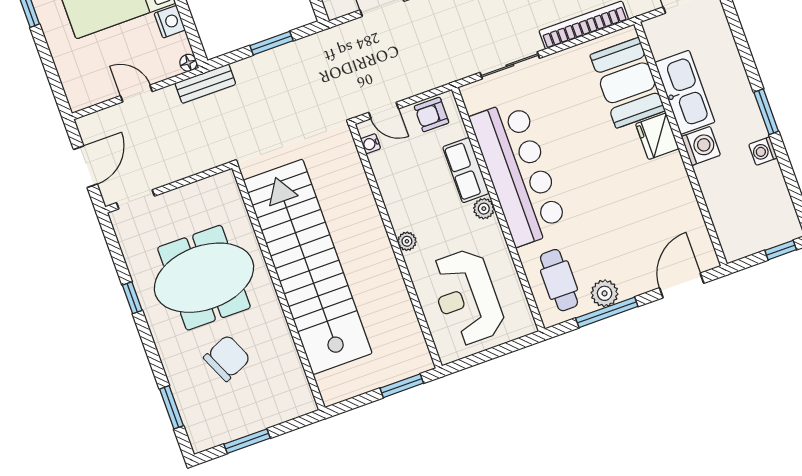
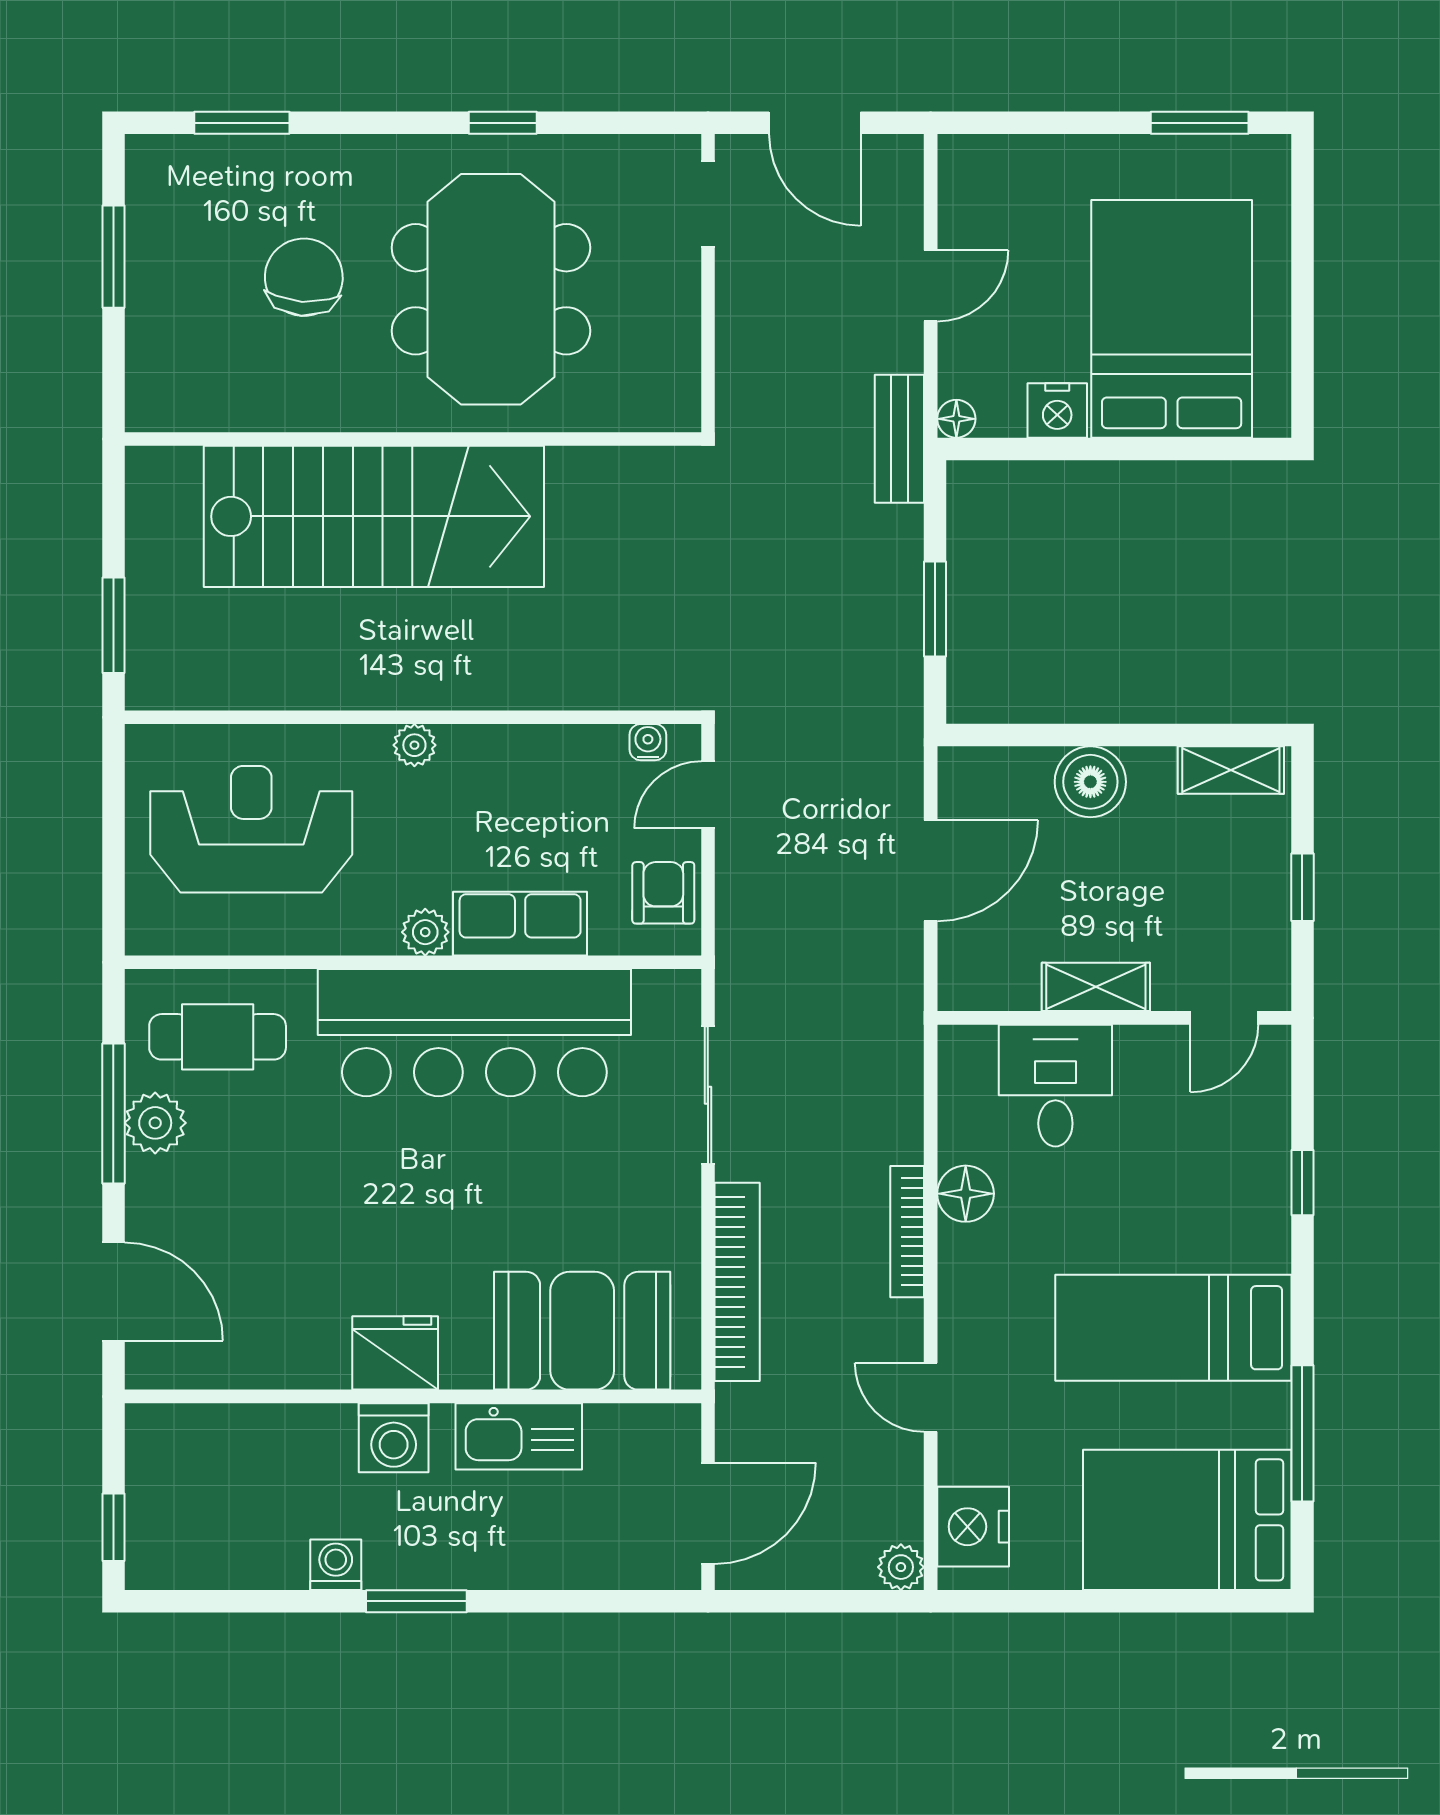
kitchen sink: (685, 92) -> (519, 1436), width x0.73, depth x0.81
fridge: (657, 136) -> (395, 1353), moved
stairs: (308, 267) -> (374, 516), width x0.73
chair: (227, 358) -> (304, 277), turned -152

